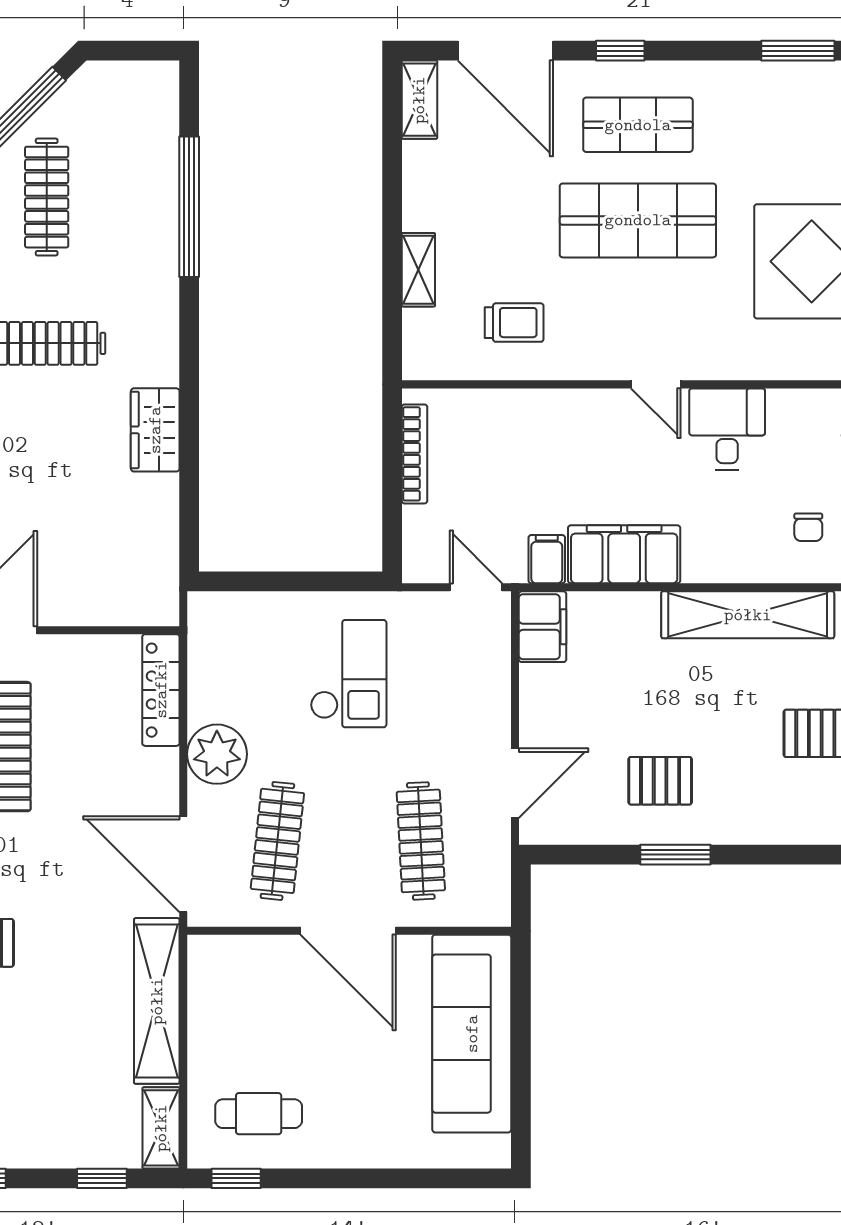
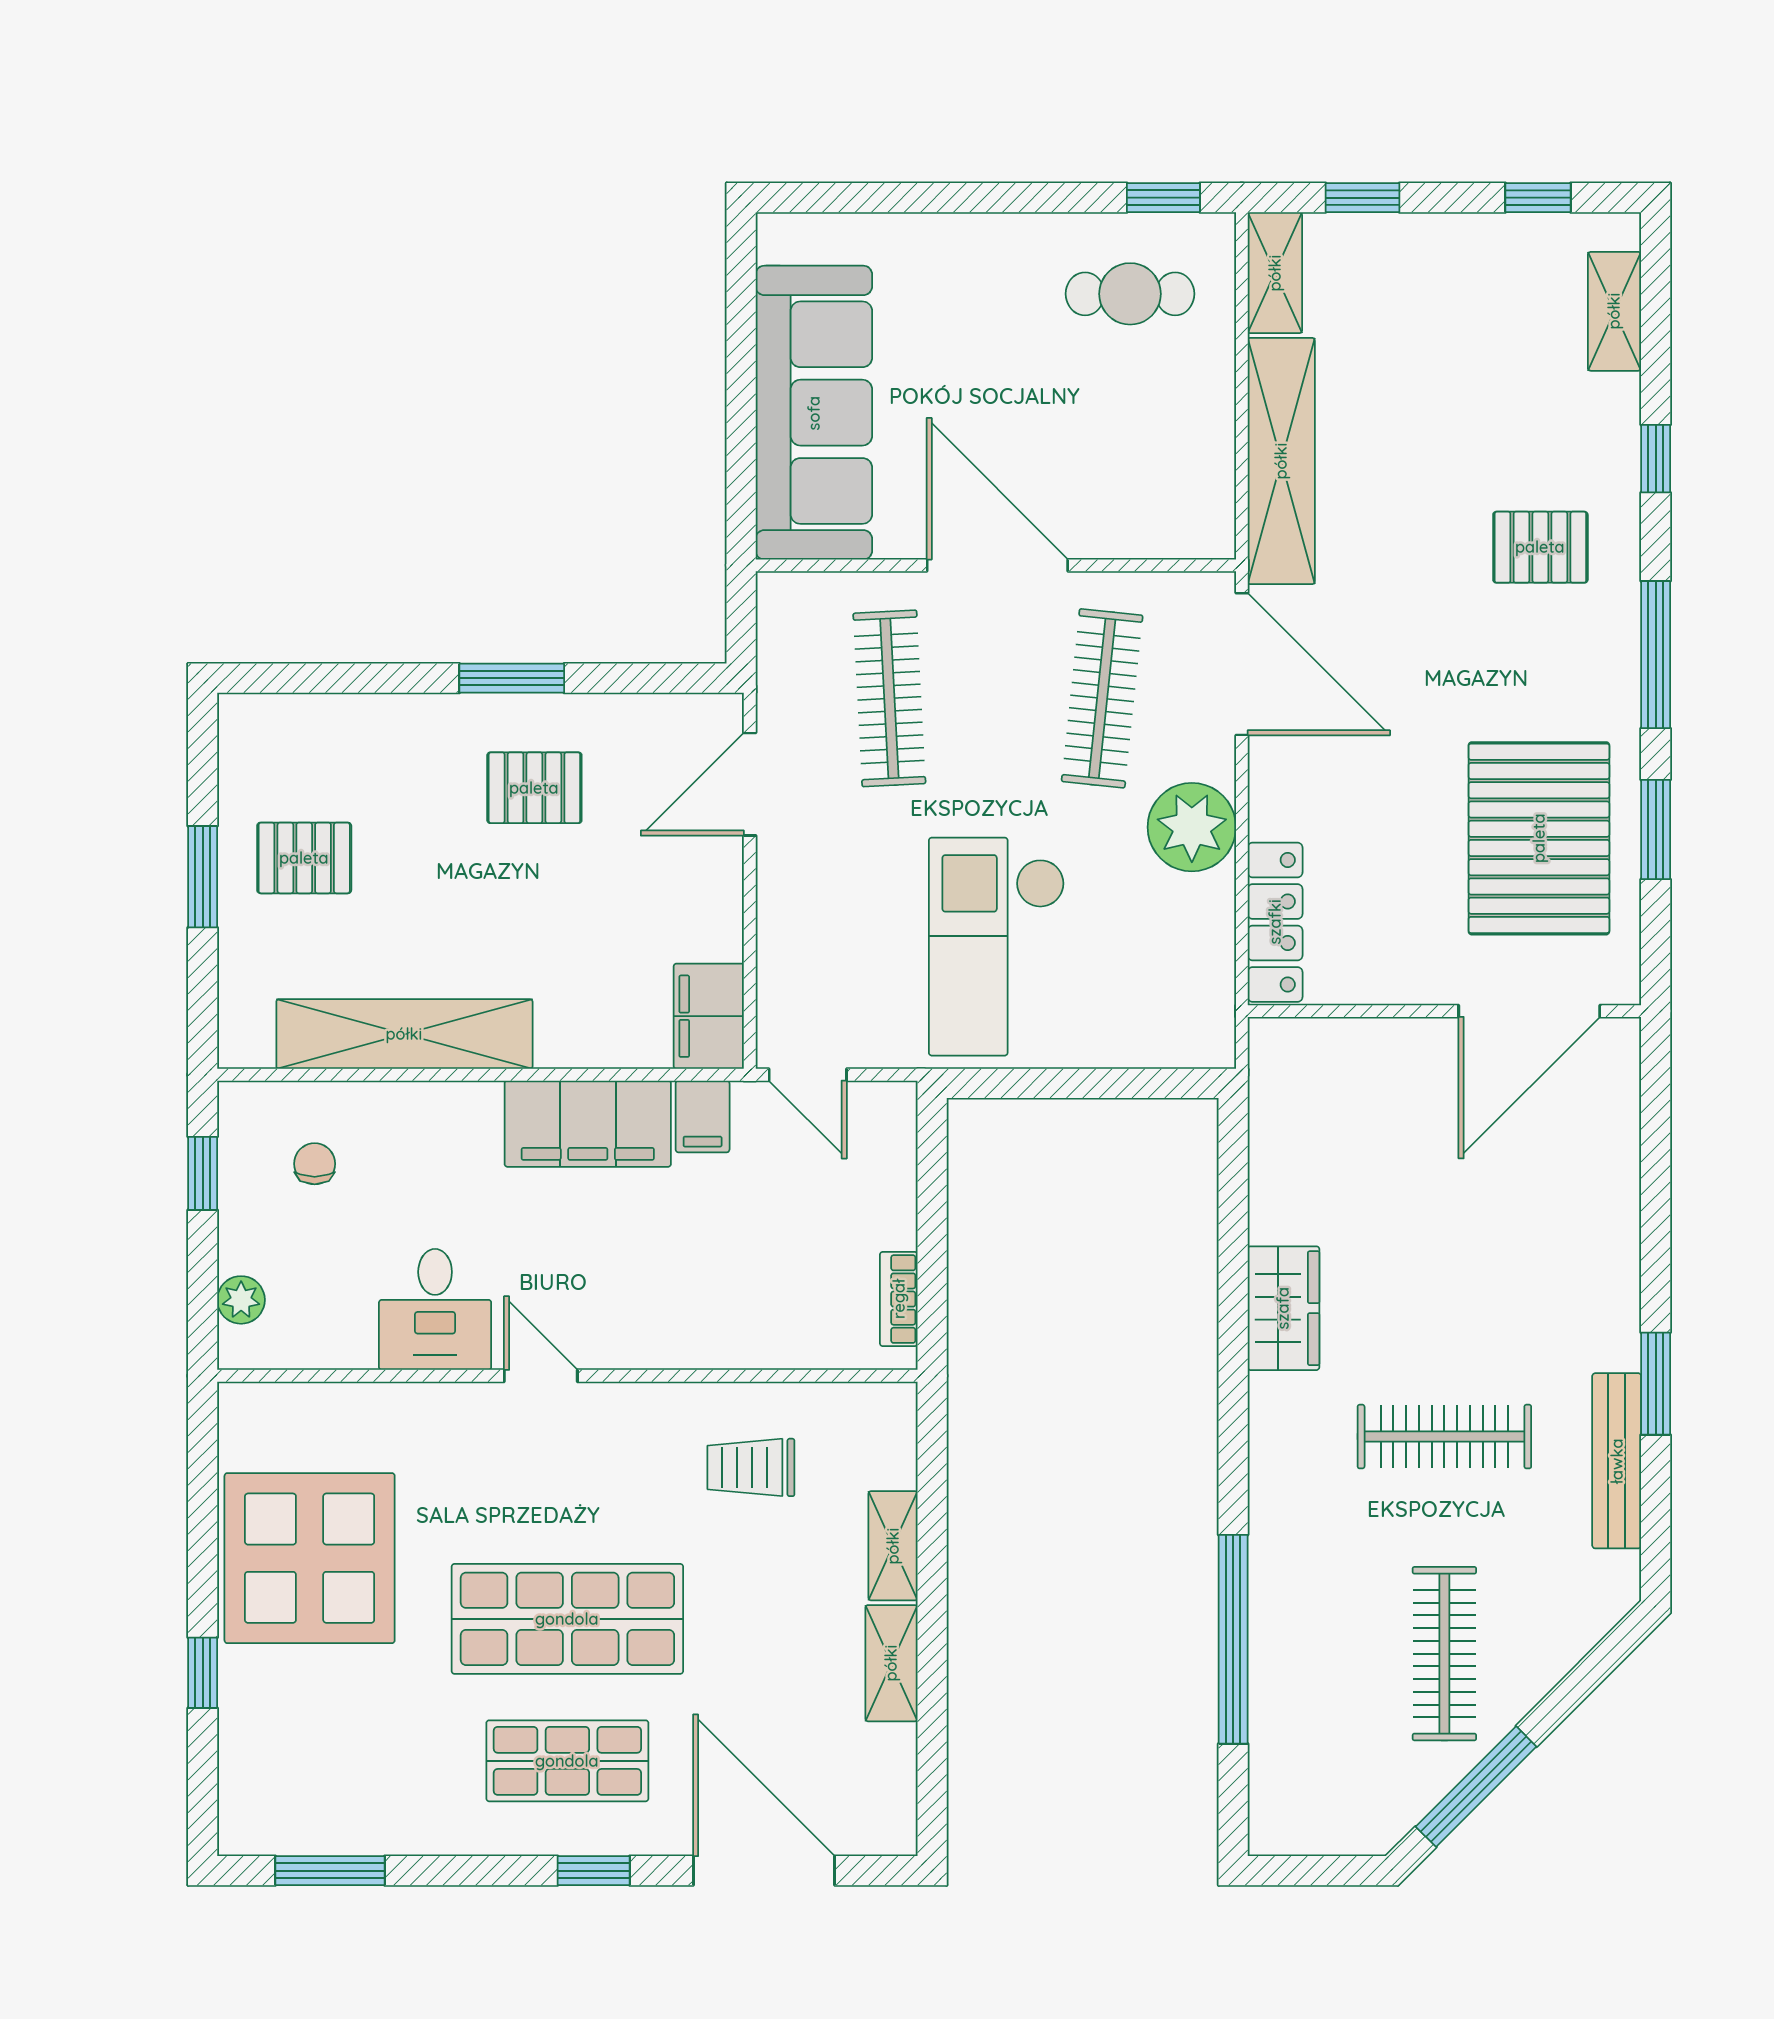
shelving: (419, 100) -> (891, 1663), moved
bookcase: (415, 454) -> (899, 1299), width x0.64
checkout: (348, 674) -> (997, 947), width x1.36, depth x1.21

